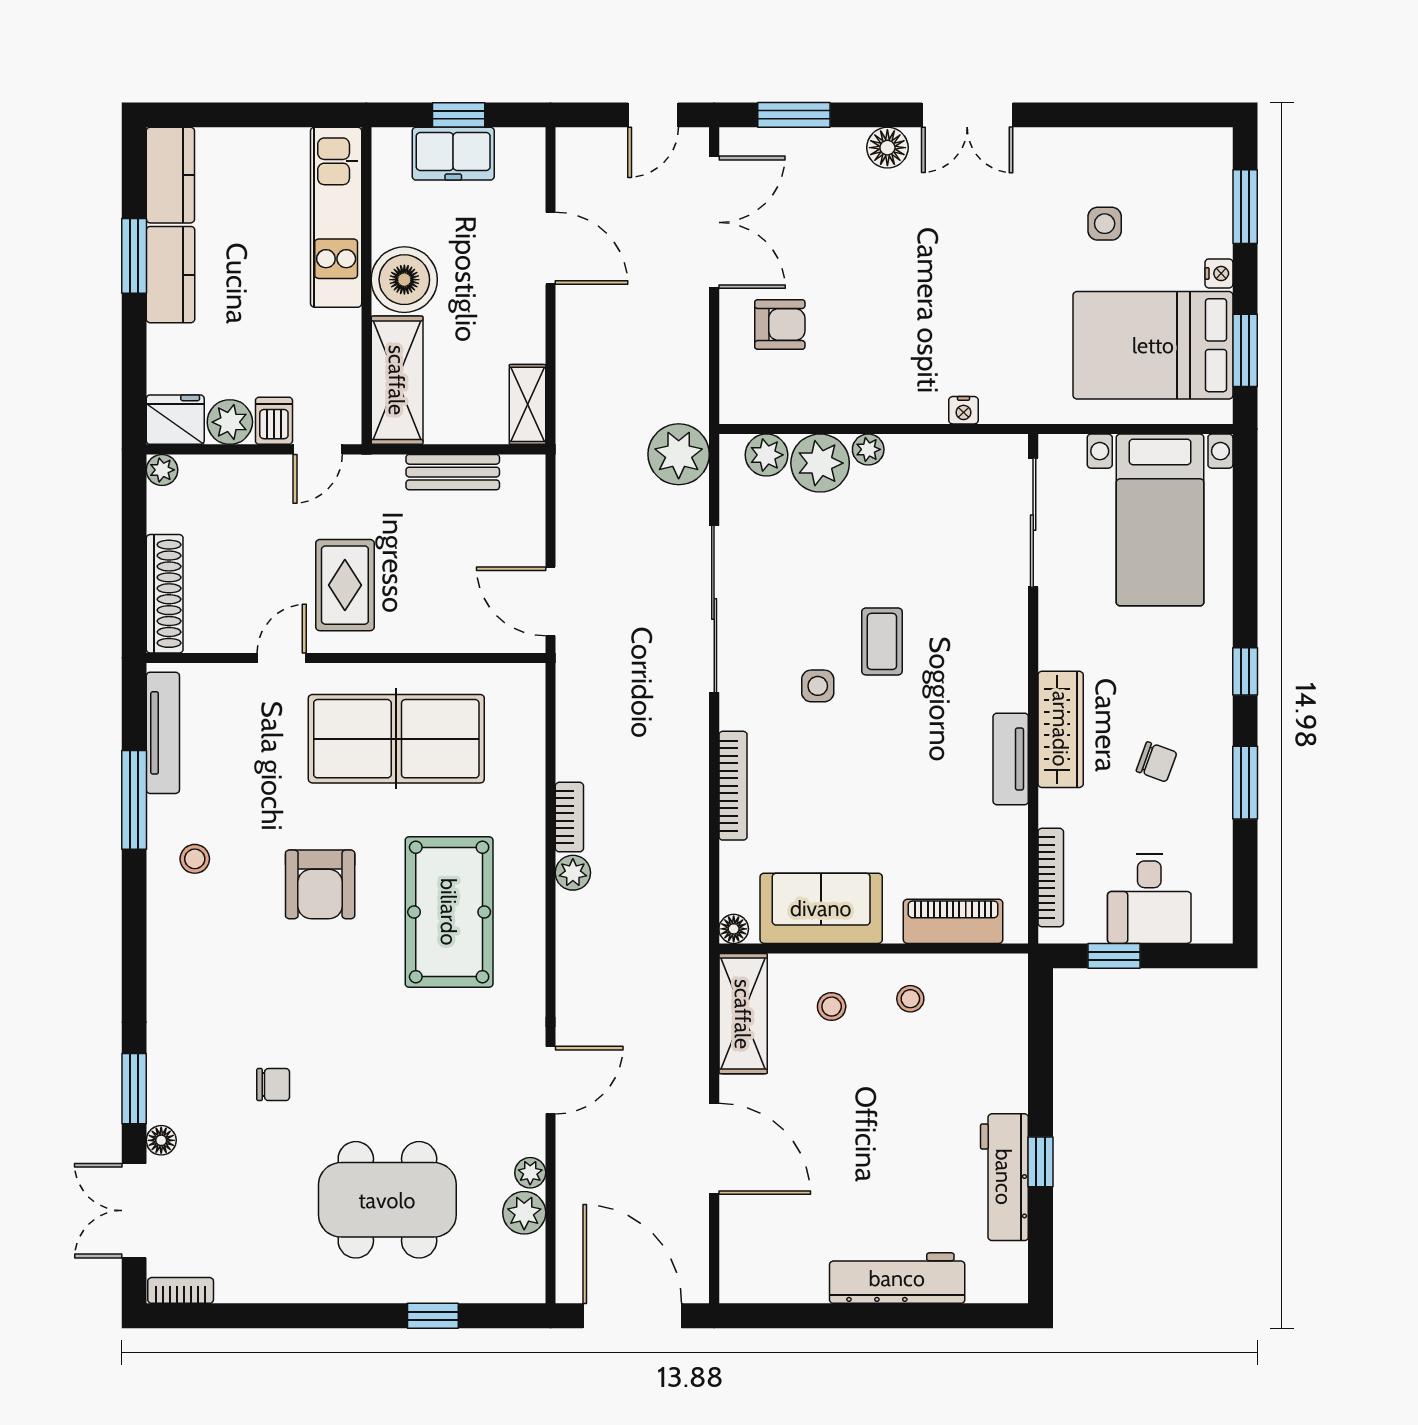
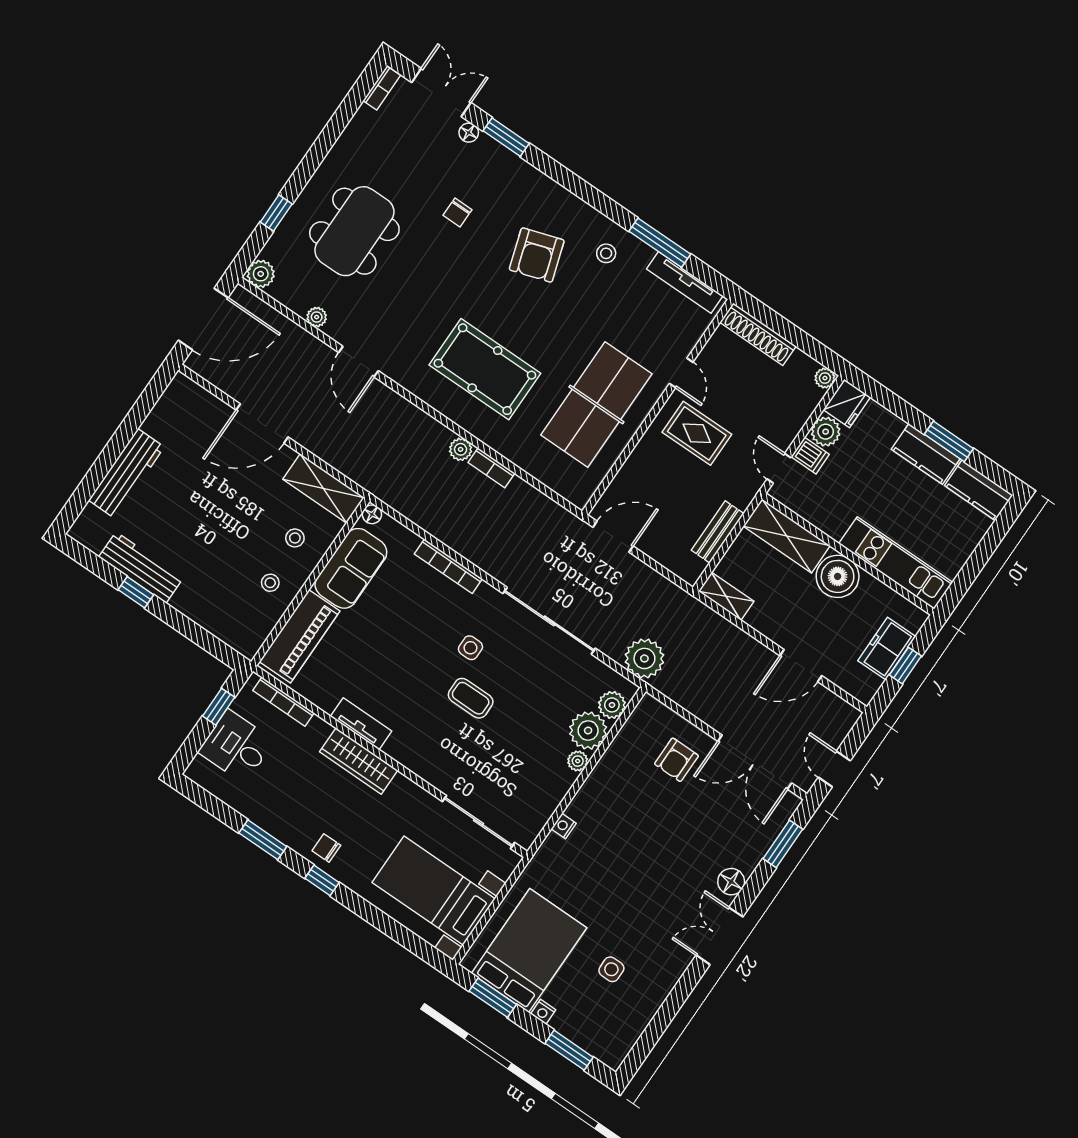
chair: (1157, 762) -> (326, 848), moved, turned 70
armchair: (320, 884) -> (537, 255), moved, turned -108
piano: (953, 921) -> (300, 636), width x1.37, depth x1.33
plant: (524, 1213) -> (261, 274), moved

